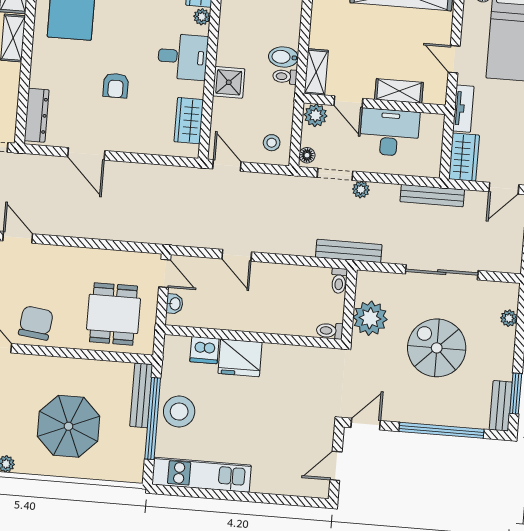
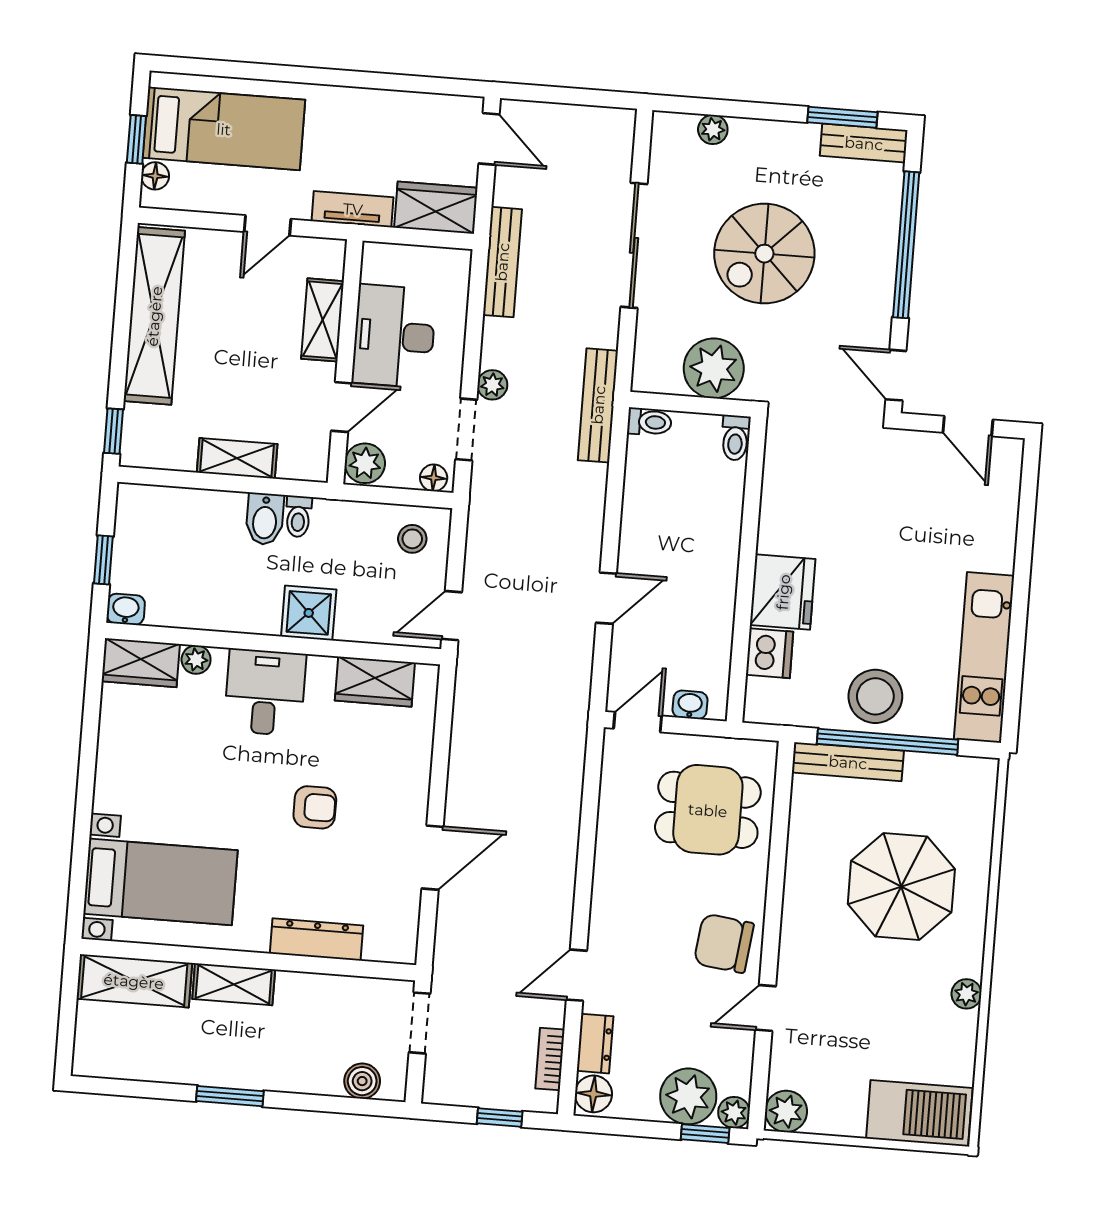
shelving: (316, 72) -> (237, 458), moved
dresser: (37, 115) -> (316, 940), moved

